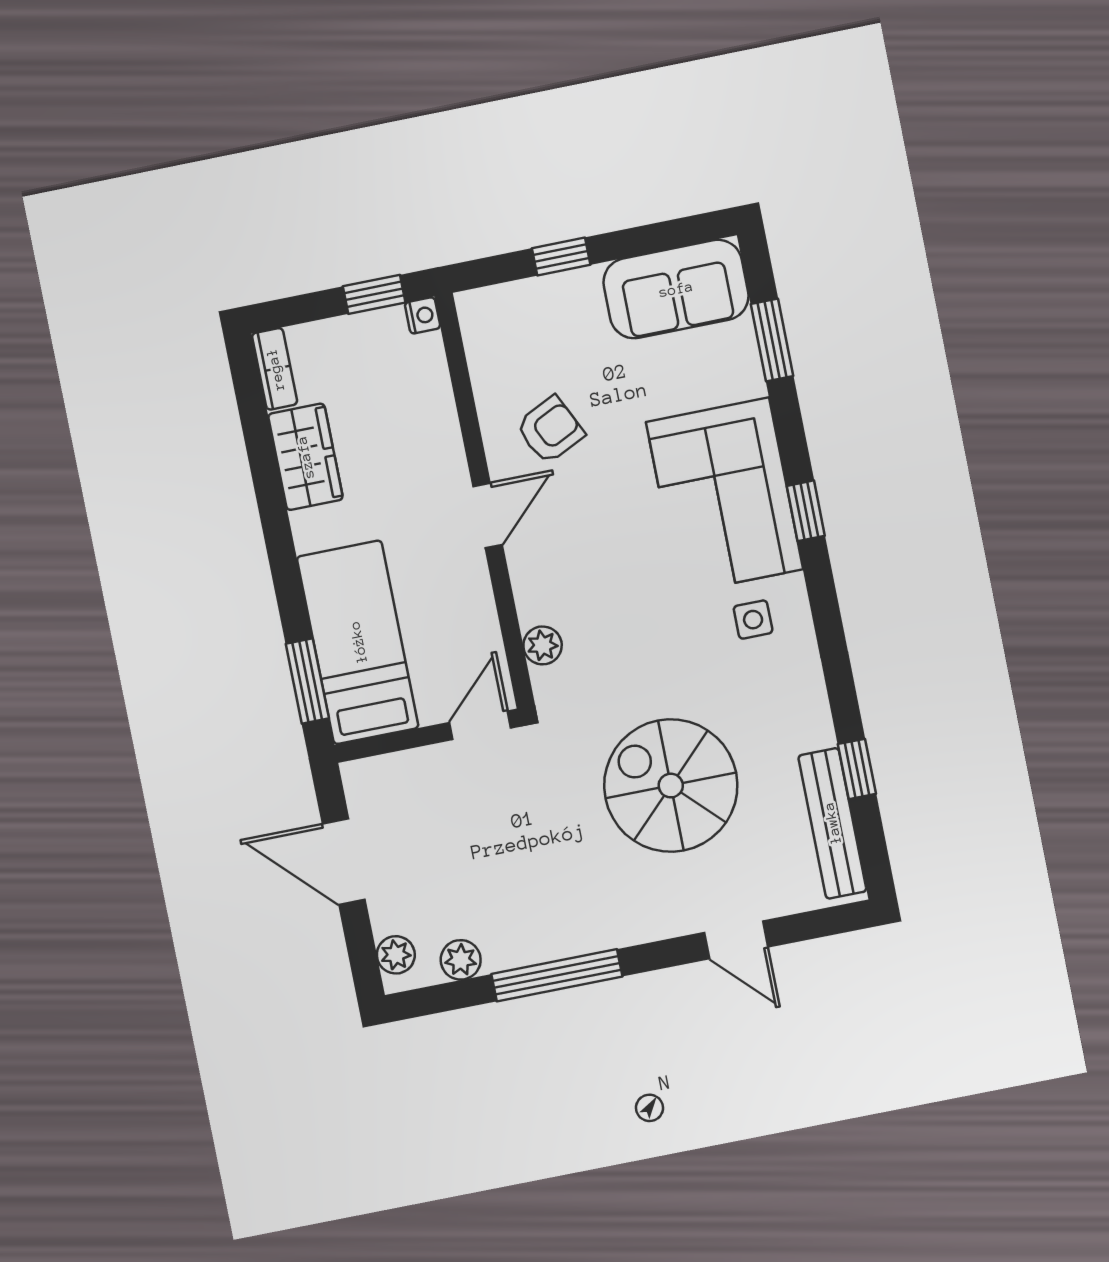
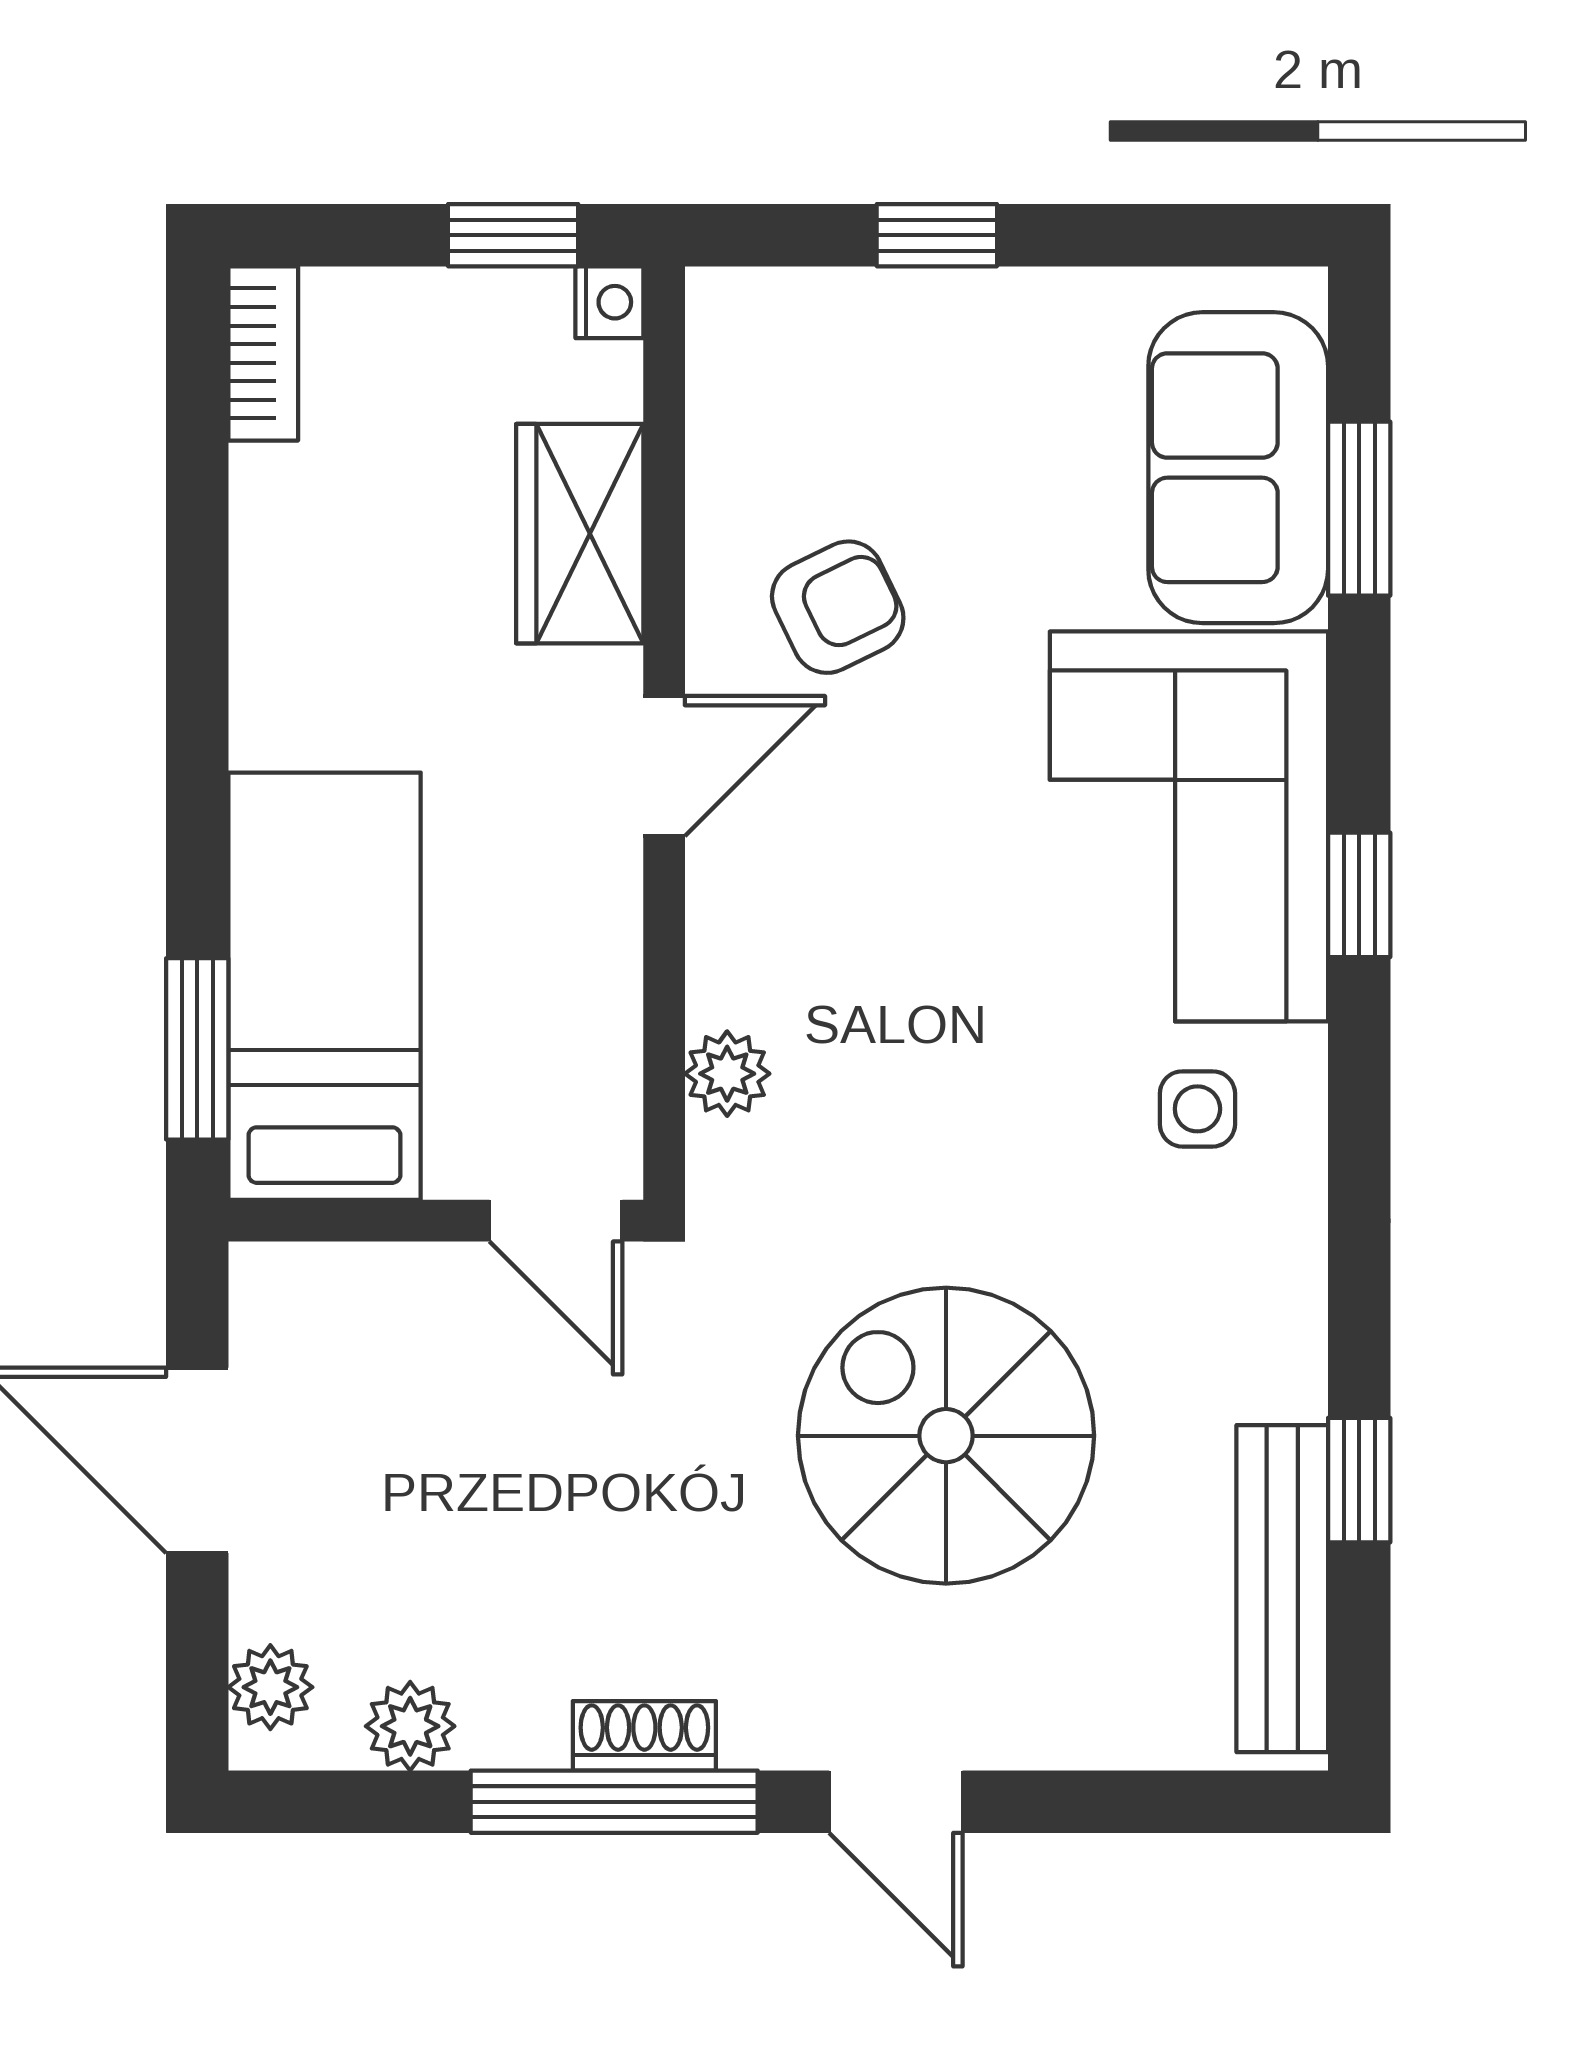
sofa: (676, 289) -> (1238, 468), moved, turned 90
wardrobe: (305, 457) -> (580, 534), moved, turned 180
door: (480, 725) -> (556, 1221), swing flipped
door: (736, 940) -> (896, 1802), moved
shoe rack: (564, 944) -> (644, 1736), added

